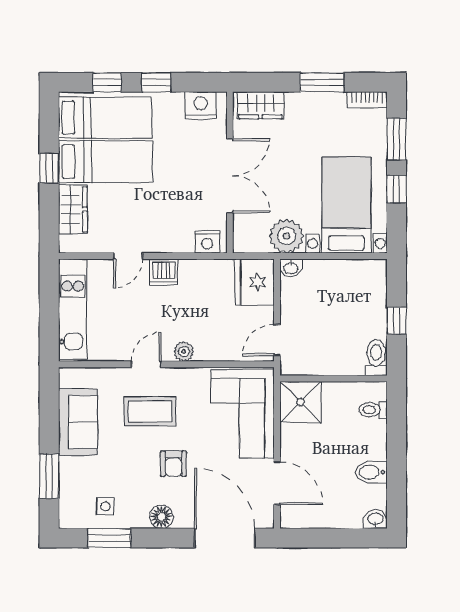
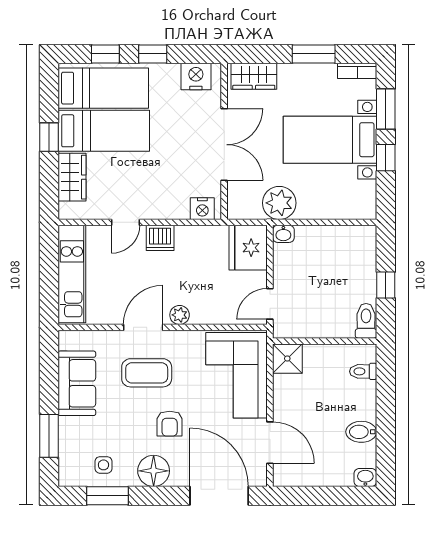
bed with nightstands: (346, 205) -> (330, 140), moved, turned -90
door: (146, 364) -> (143, 327), width x1.38
shower: (301, 402) -> (287, 359), width x0.73, depth x0.73
floor lamp: (161, 517) -> (154, 471), width x1.38, depth x1.38

